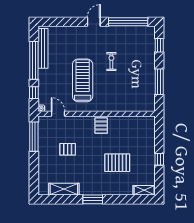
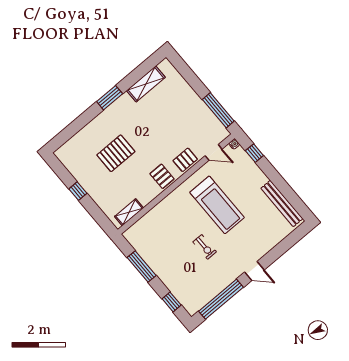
door: (94, 22) -> (254, 271), hinge flipped
window: (34, 60) -> (281, 184), removed
pallet: (68, 149) -> (185, 160), moved
shelving: (144, 190) -> (129, 212), moved

